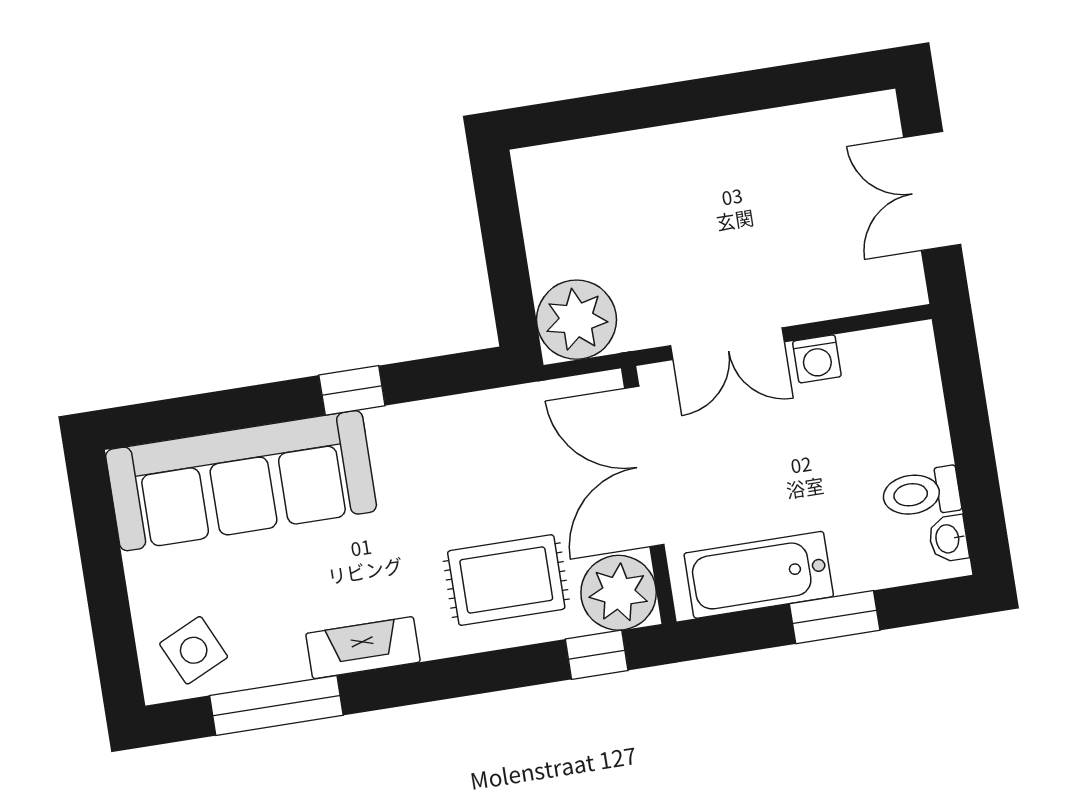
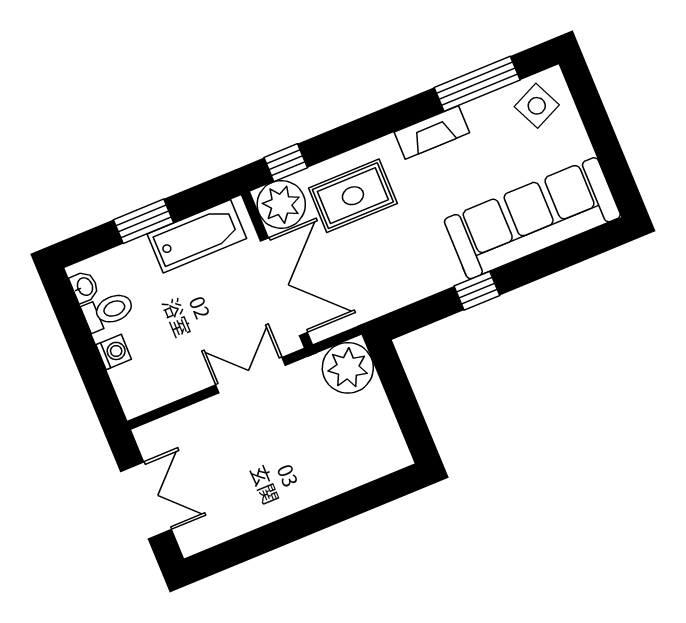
washing machine: (817, 359) -> (114, 352), moved, turned 90

